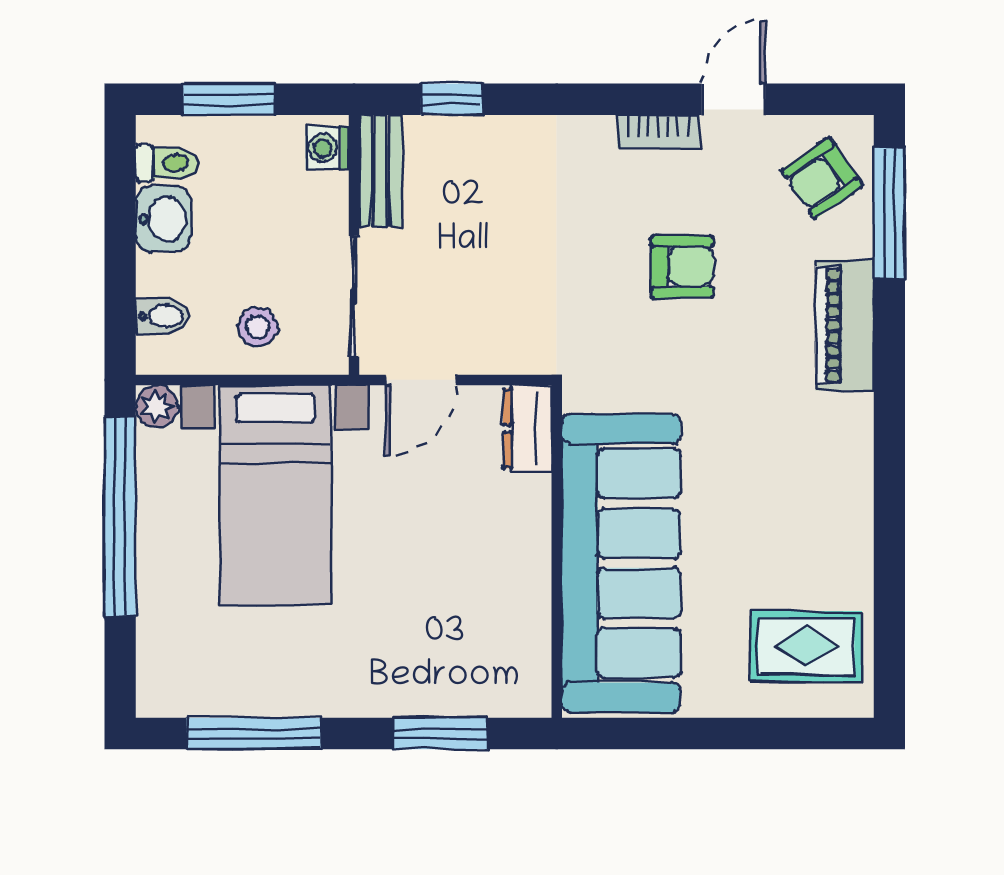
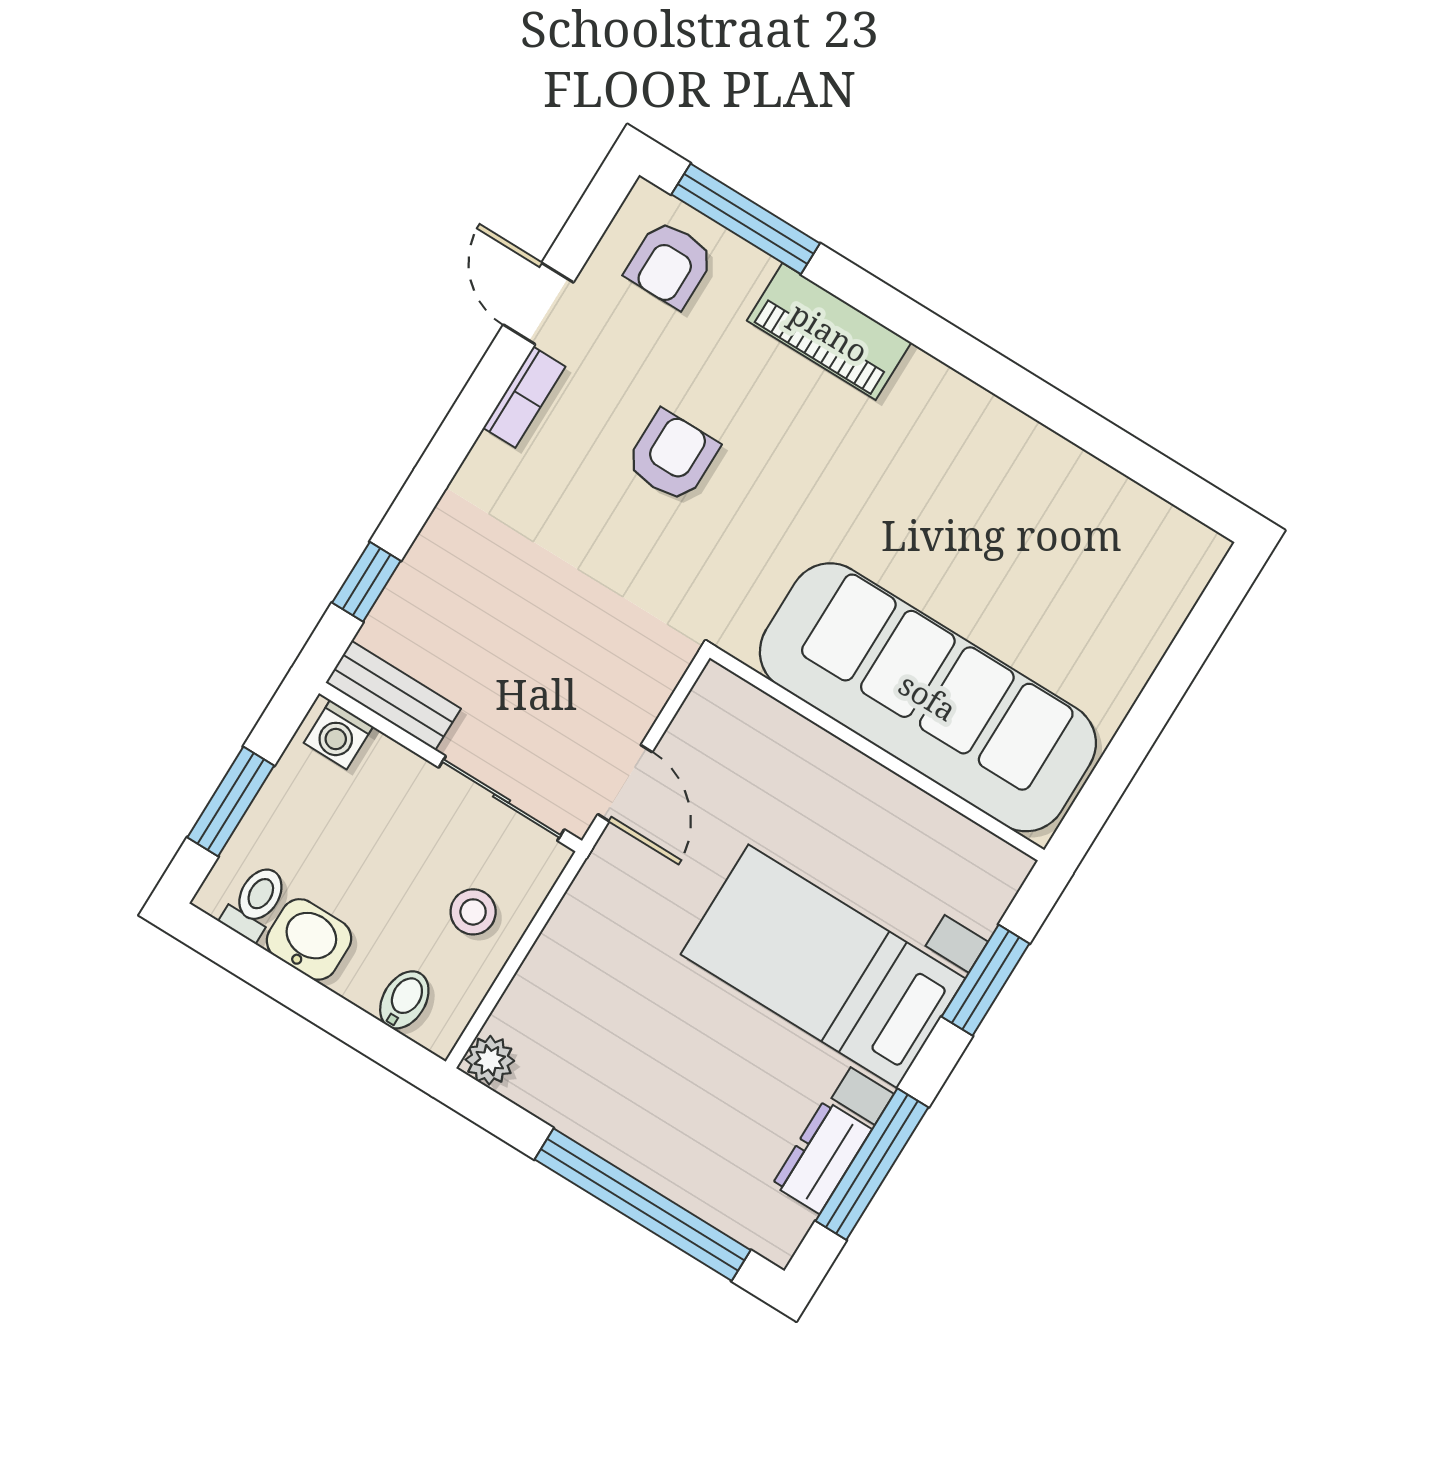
armchair: (822, 178) -> (670, 264), turned 35
dresser: (527, 428) -> (822, 1157), moved, turned 90
bed with nightstands: (275, 495) -> (823, 966), moved, turned 180
window: (120, 516) -> (643, 1205), moved
rug: (806, 647) -> (1123, 566), removed

